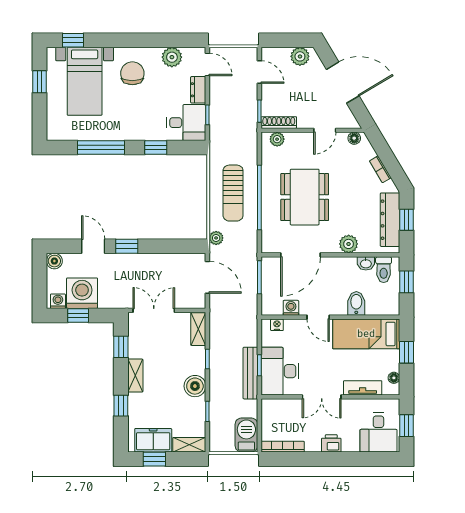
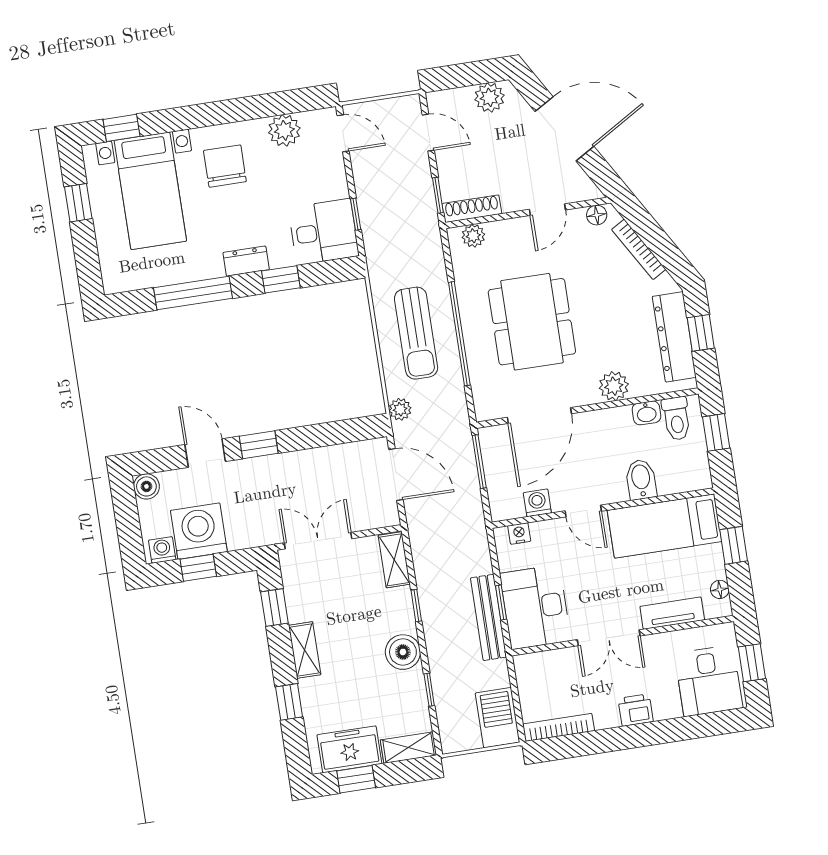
dresser: (198, 90) -> (246, 261), moved, turned 90
bookcase: (380, 169) -> (639, 249), width x1.56

